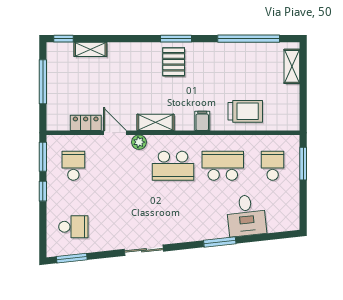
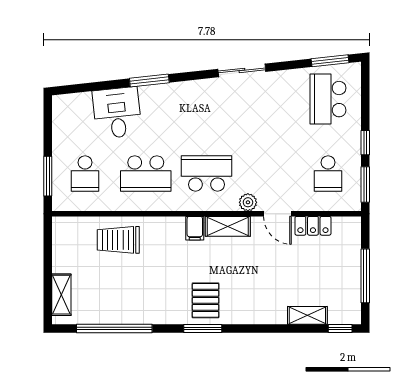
filing cabinet: (202, 121) -> (195, 228), moved
school desk: (73, 227) -> (328, 99), width x1.85

